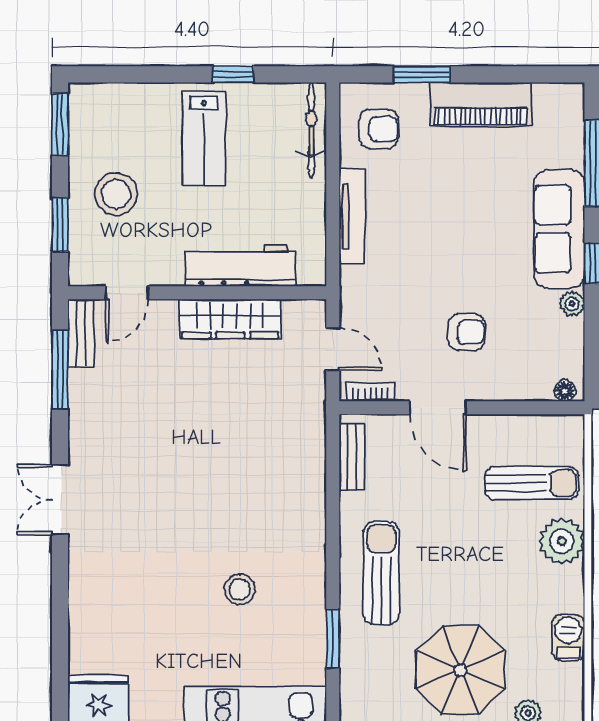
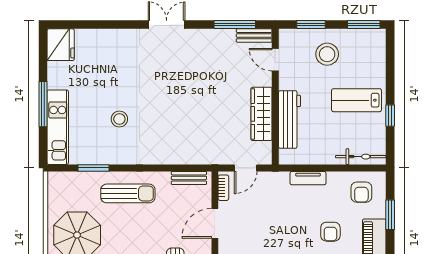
tv unit: (352, 217) -> (308, 178), width x0.71
armchair: (467, 332) -> (330, 232), moved

